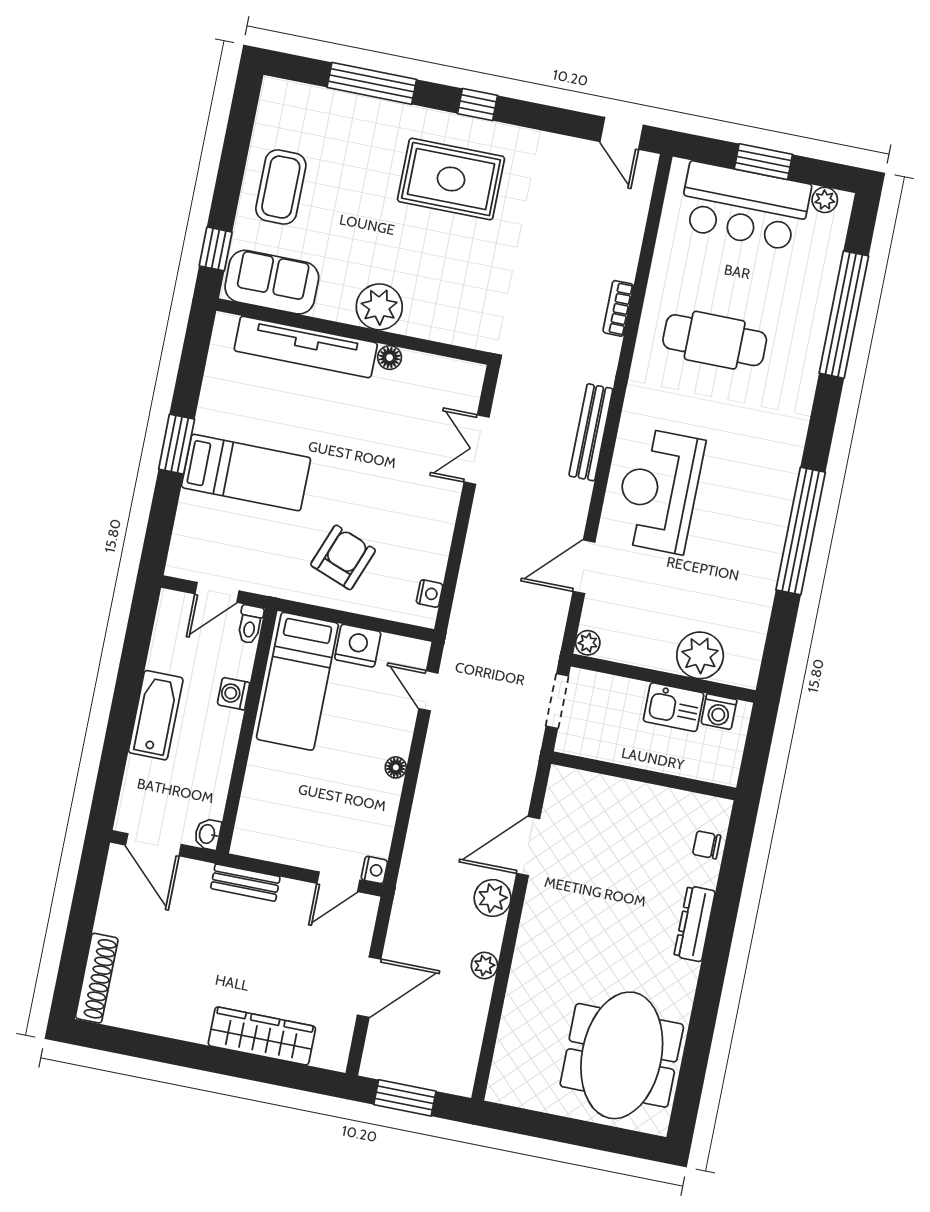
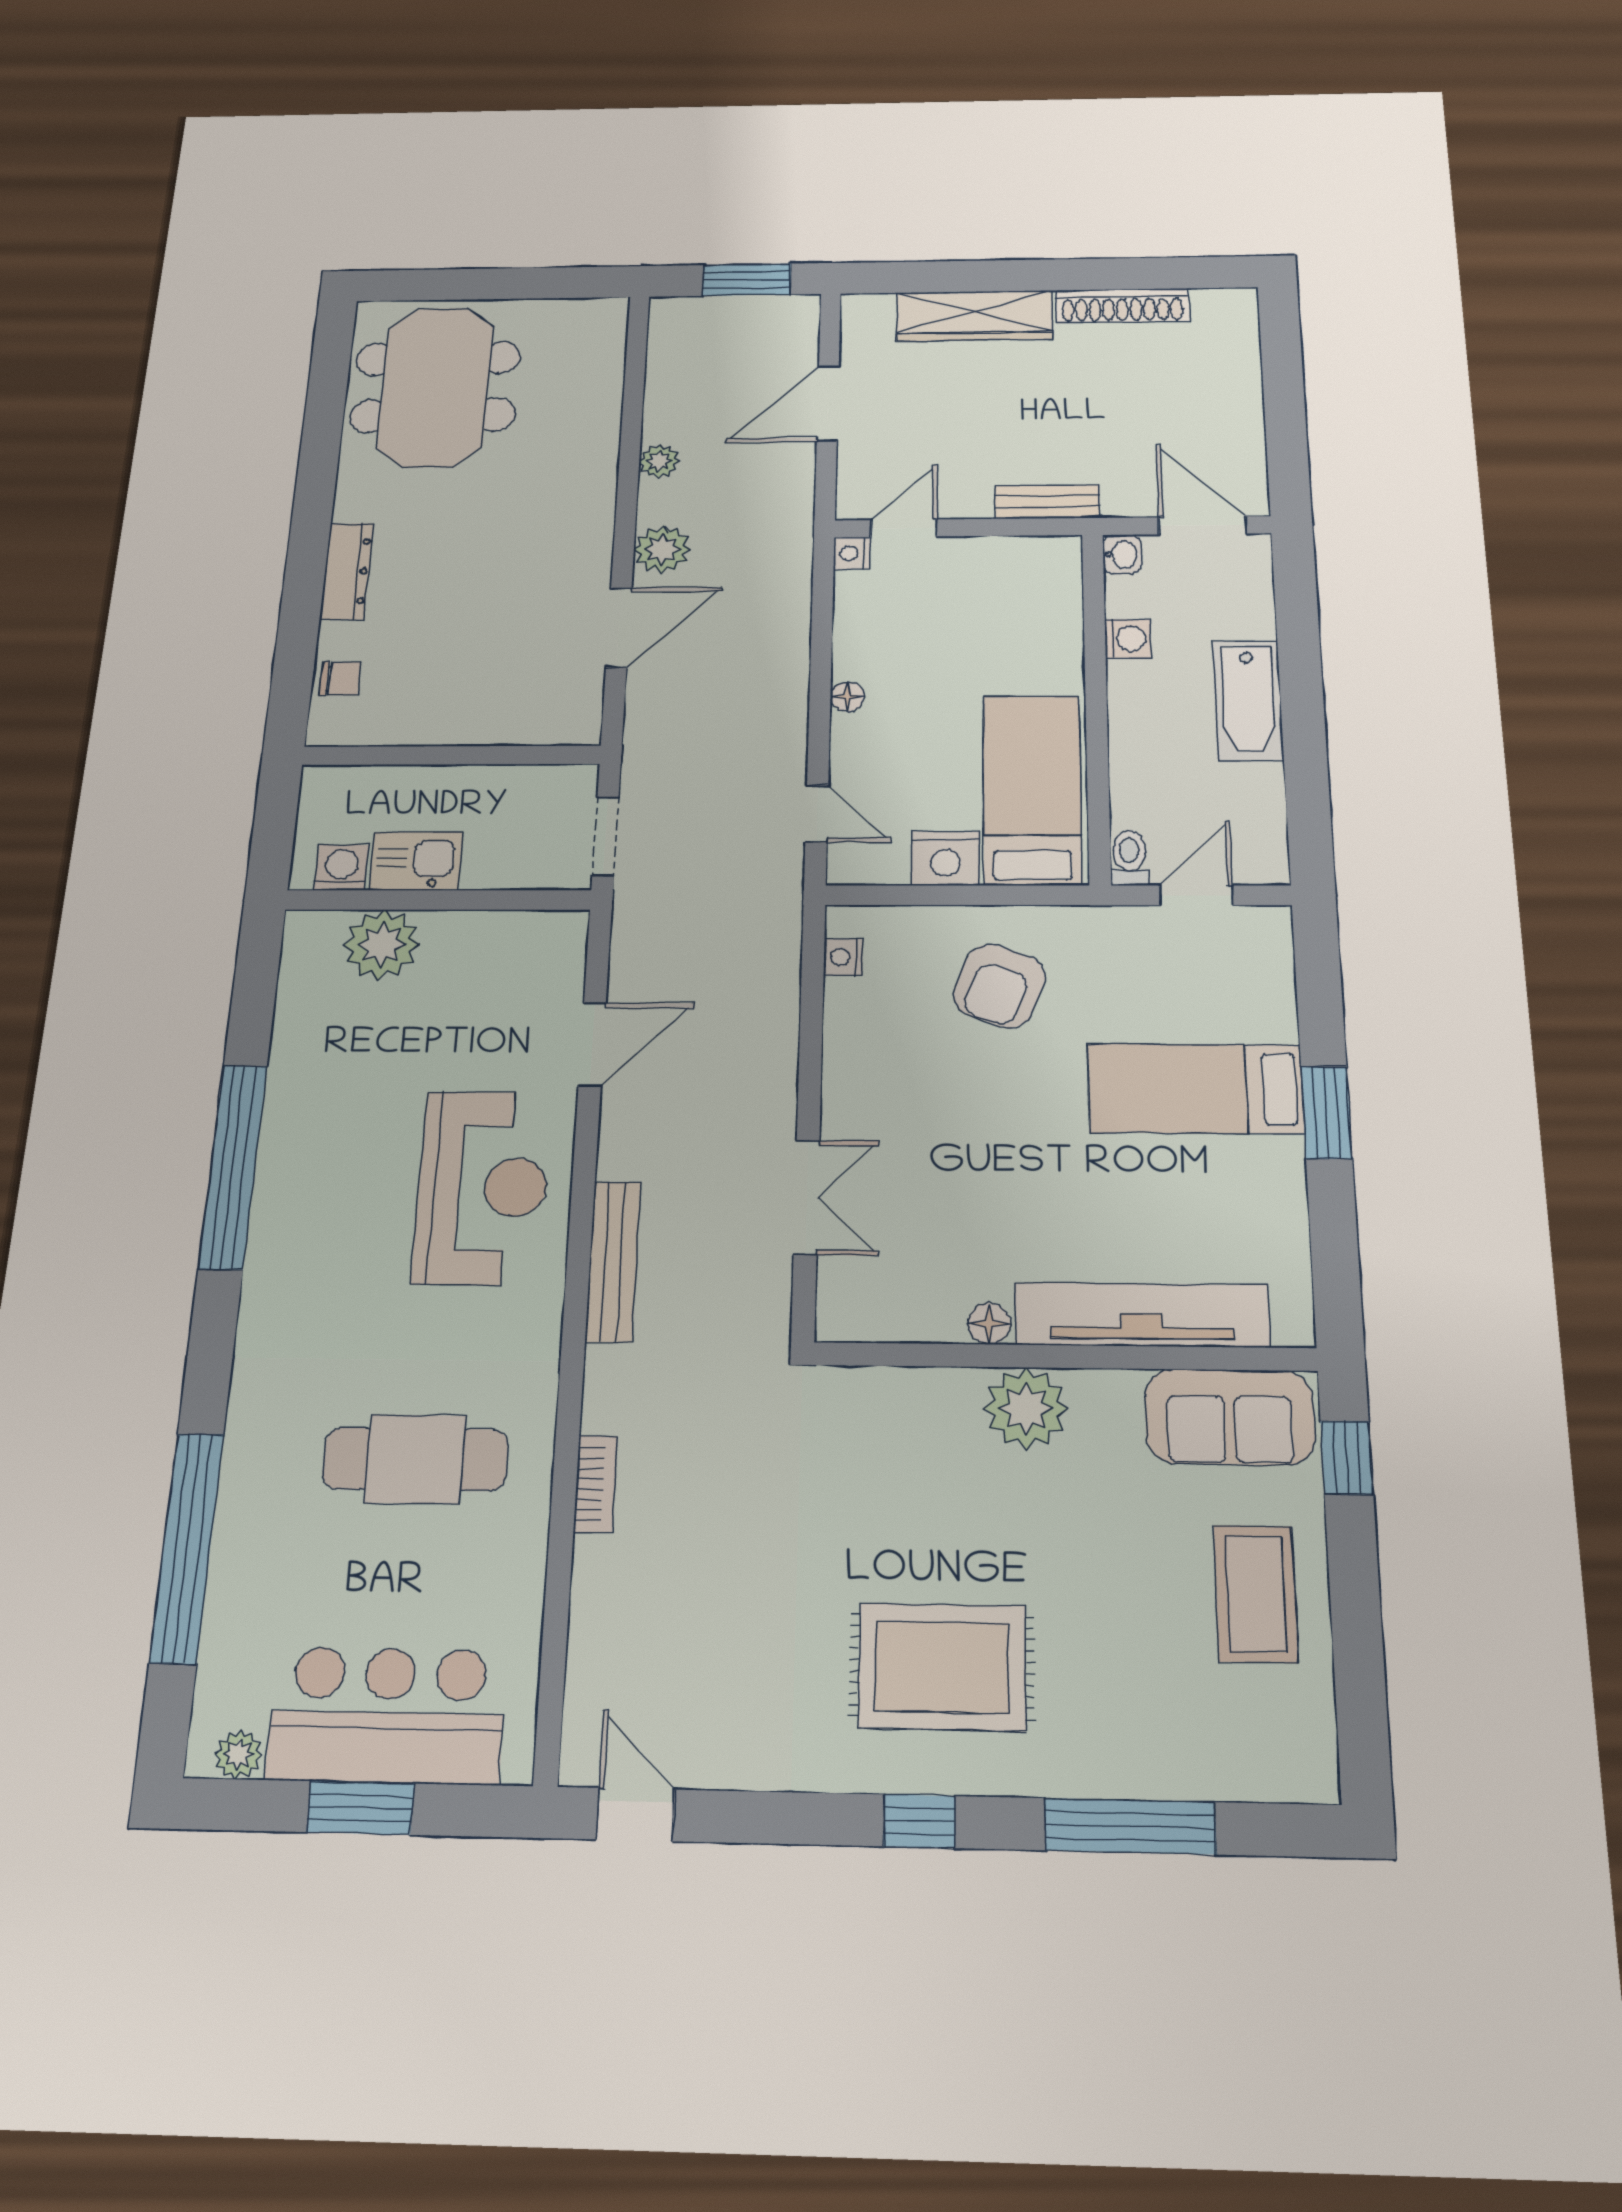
plant: (588, 643) -> (569, 930), removed
washing machine: (234, 694) -> (1128, 639), moved
shoe rack: (97, 978) -> (1122, 306), moved, turned -90

